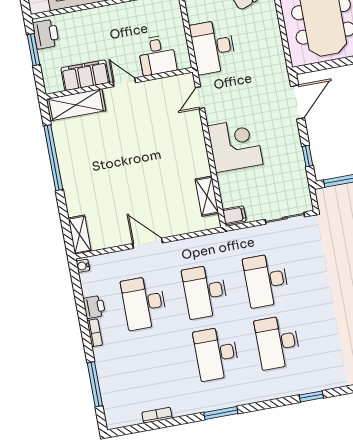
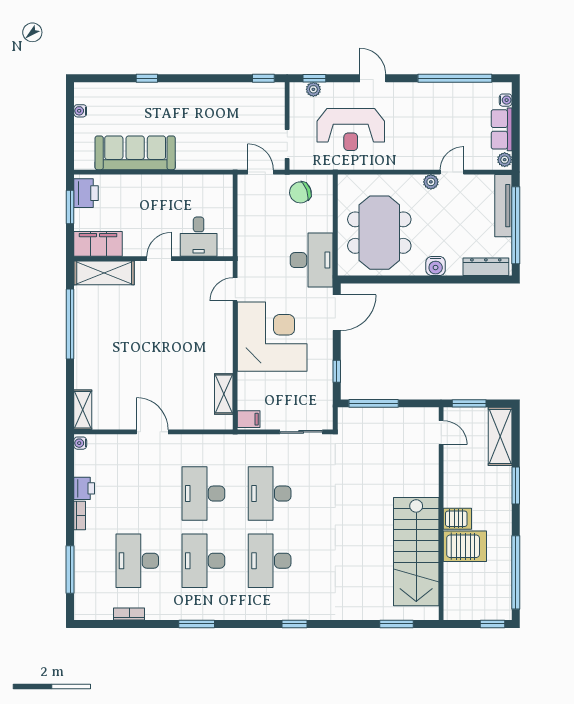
desk: (213, 47) -> (312, 260), moved, turned 180
filing cabinet: (85, 75) -> (98, 244), moved
door: (124, 82) -> (159, 259), hinge flipped
corner desk: (235, 145) -> (272, 337), width x1.36, depth x1.36
desk: (144, 303) -> (137, 561), moved

